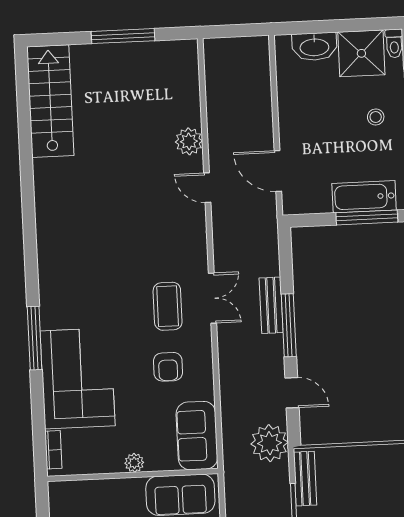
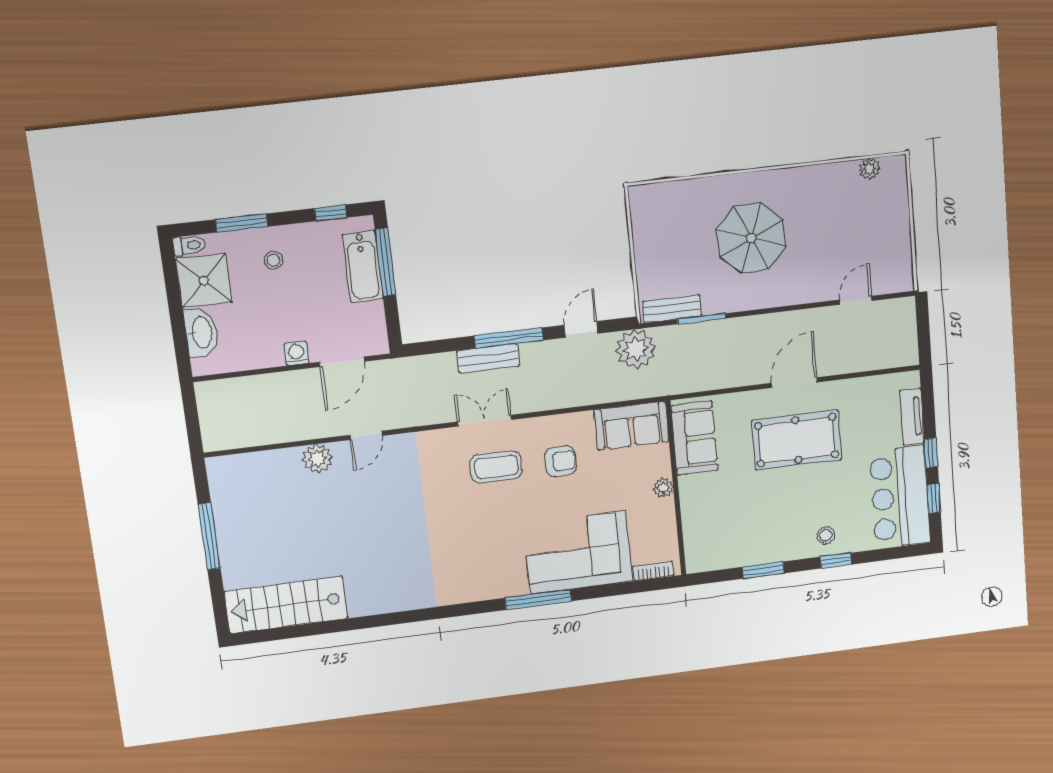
washing machine: (289, 130) -> (296, 354), added

